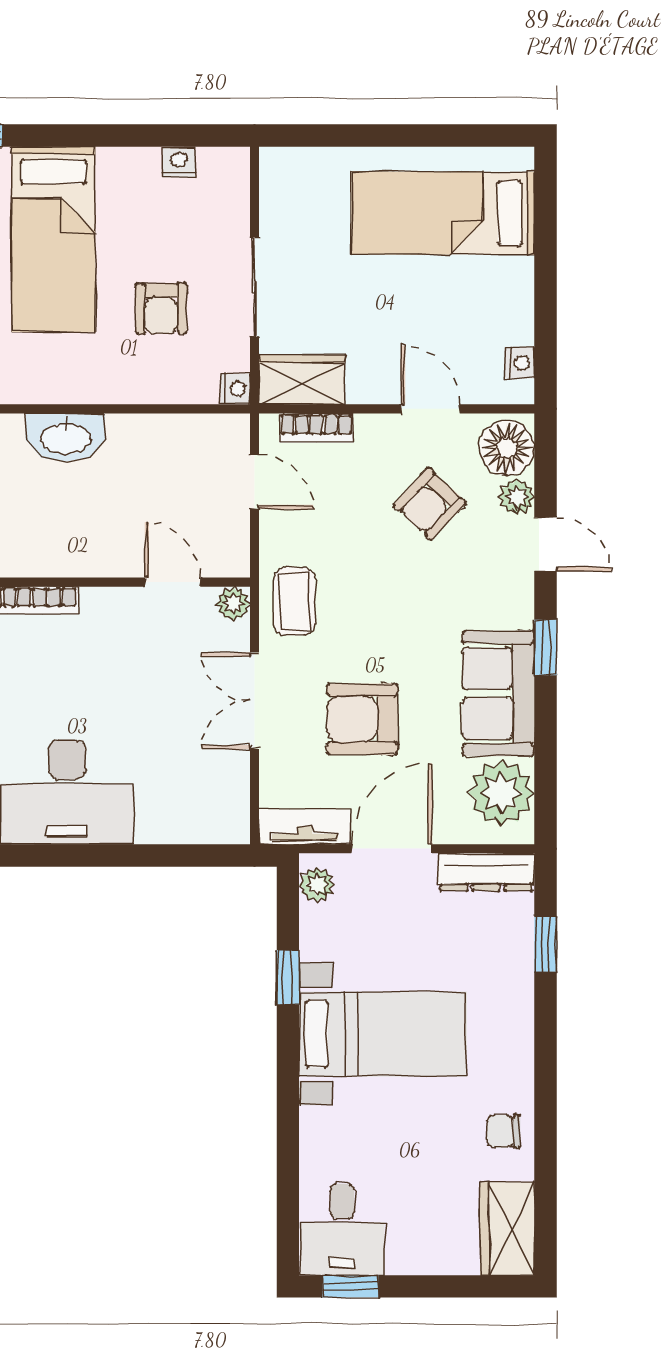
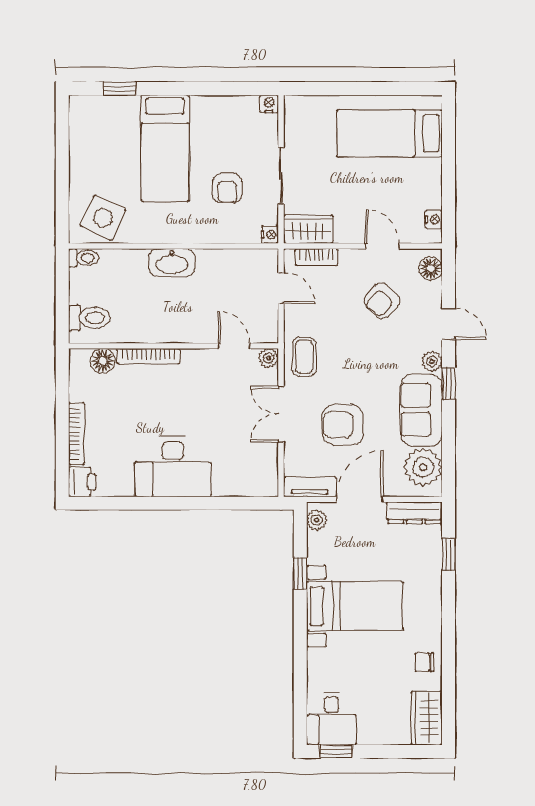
nightstand: (179, 162) -> (269, 104), moved
floor lamp: (507, 448) -> (431, 269), width x0.73, depth x0.73
plant: (517, 497) -> (432, 361), moved

